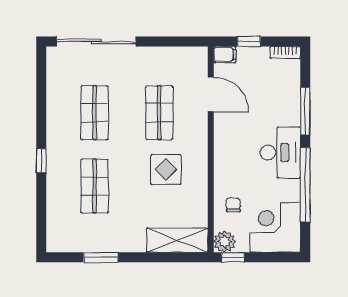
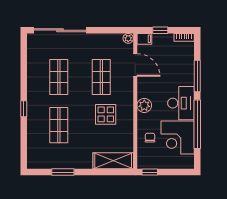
plant: (200, 54) -> (128, 38), added
corner desk: (275, 227) -> (178, 137), moved, turned -90
plant: (225, 242) -> (144, 105), moved

